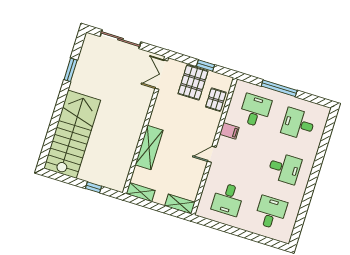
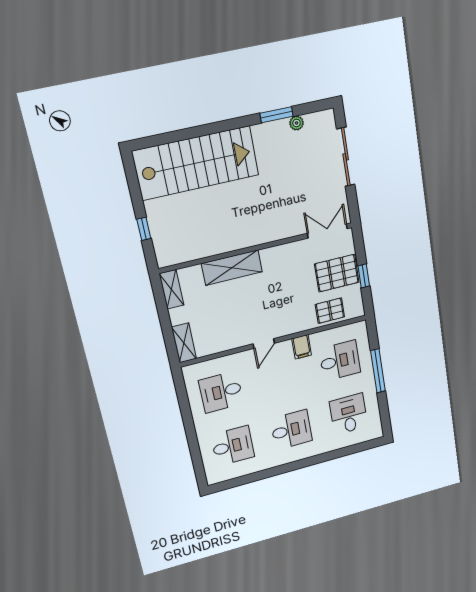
plant: (82, 60) -> (297, 123), added
door: (212, 154) -> (264, 344), swing flipped
desk: (285, 168) -> (291, 430), turned -90

